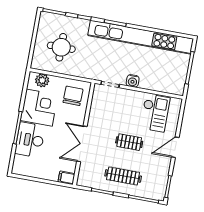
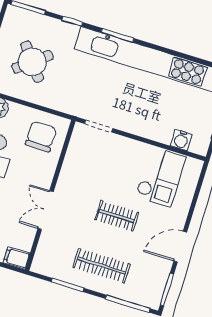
round table: (61, 47) -> (32, 62), turned -38
water cooler: (133, 81) -> (181, 140), moved
double door: (82, 144) -> (46, 210), width x0.73
door: (175, 147) -> (180, 247), moved

